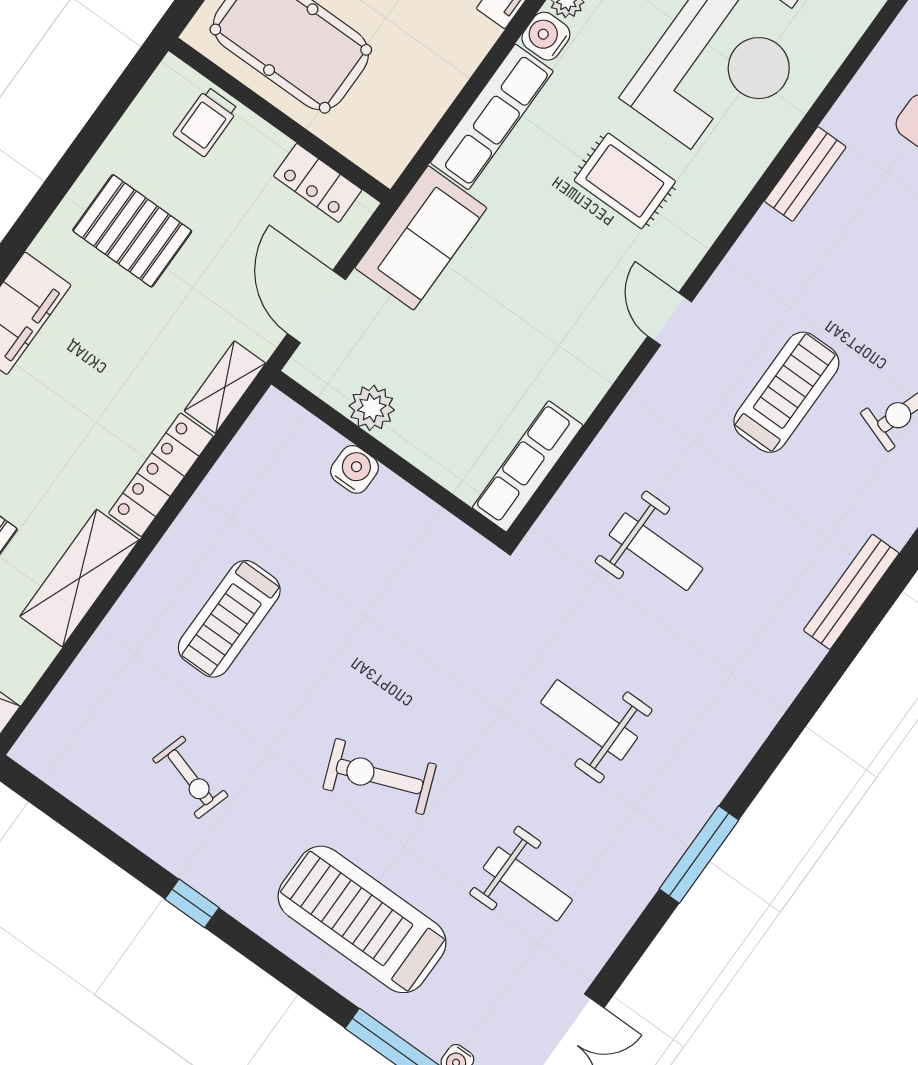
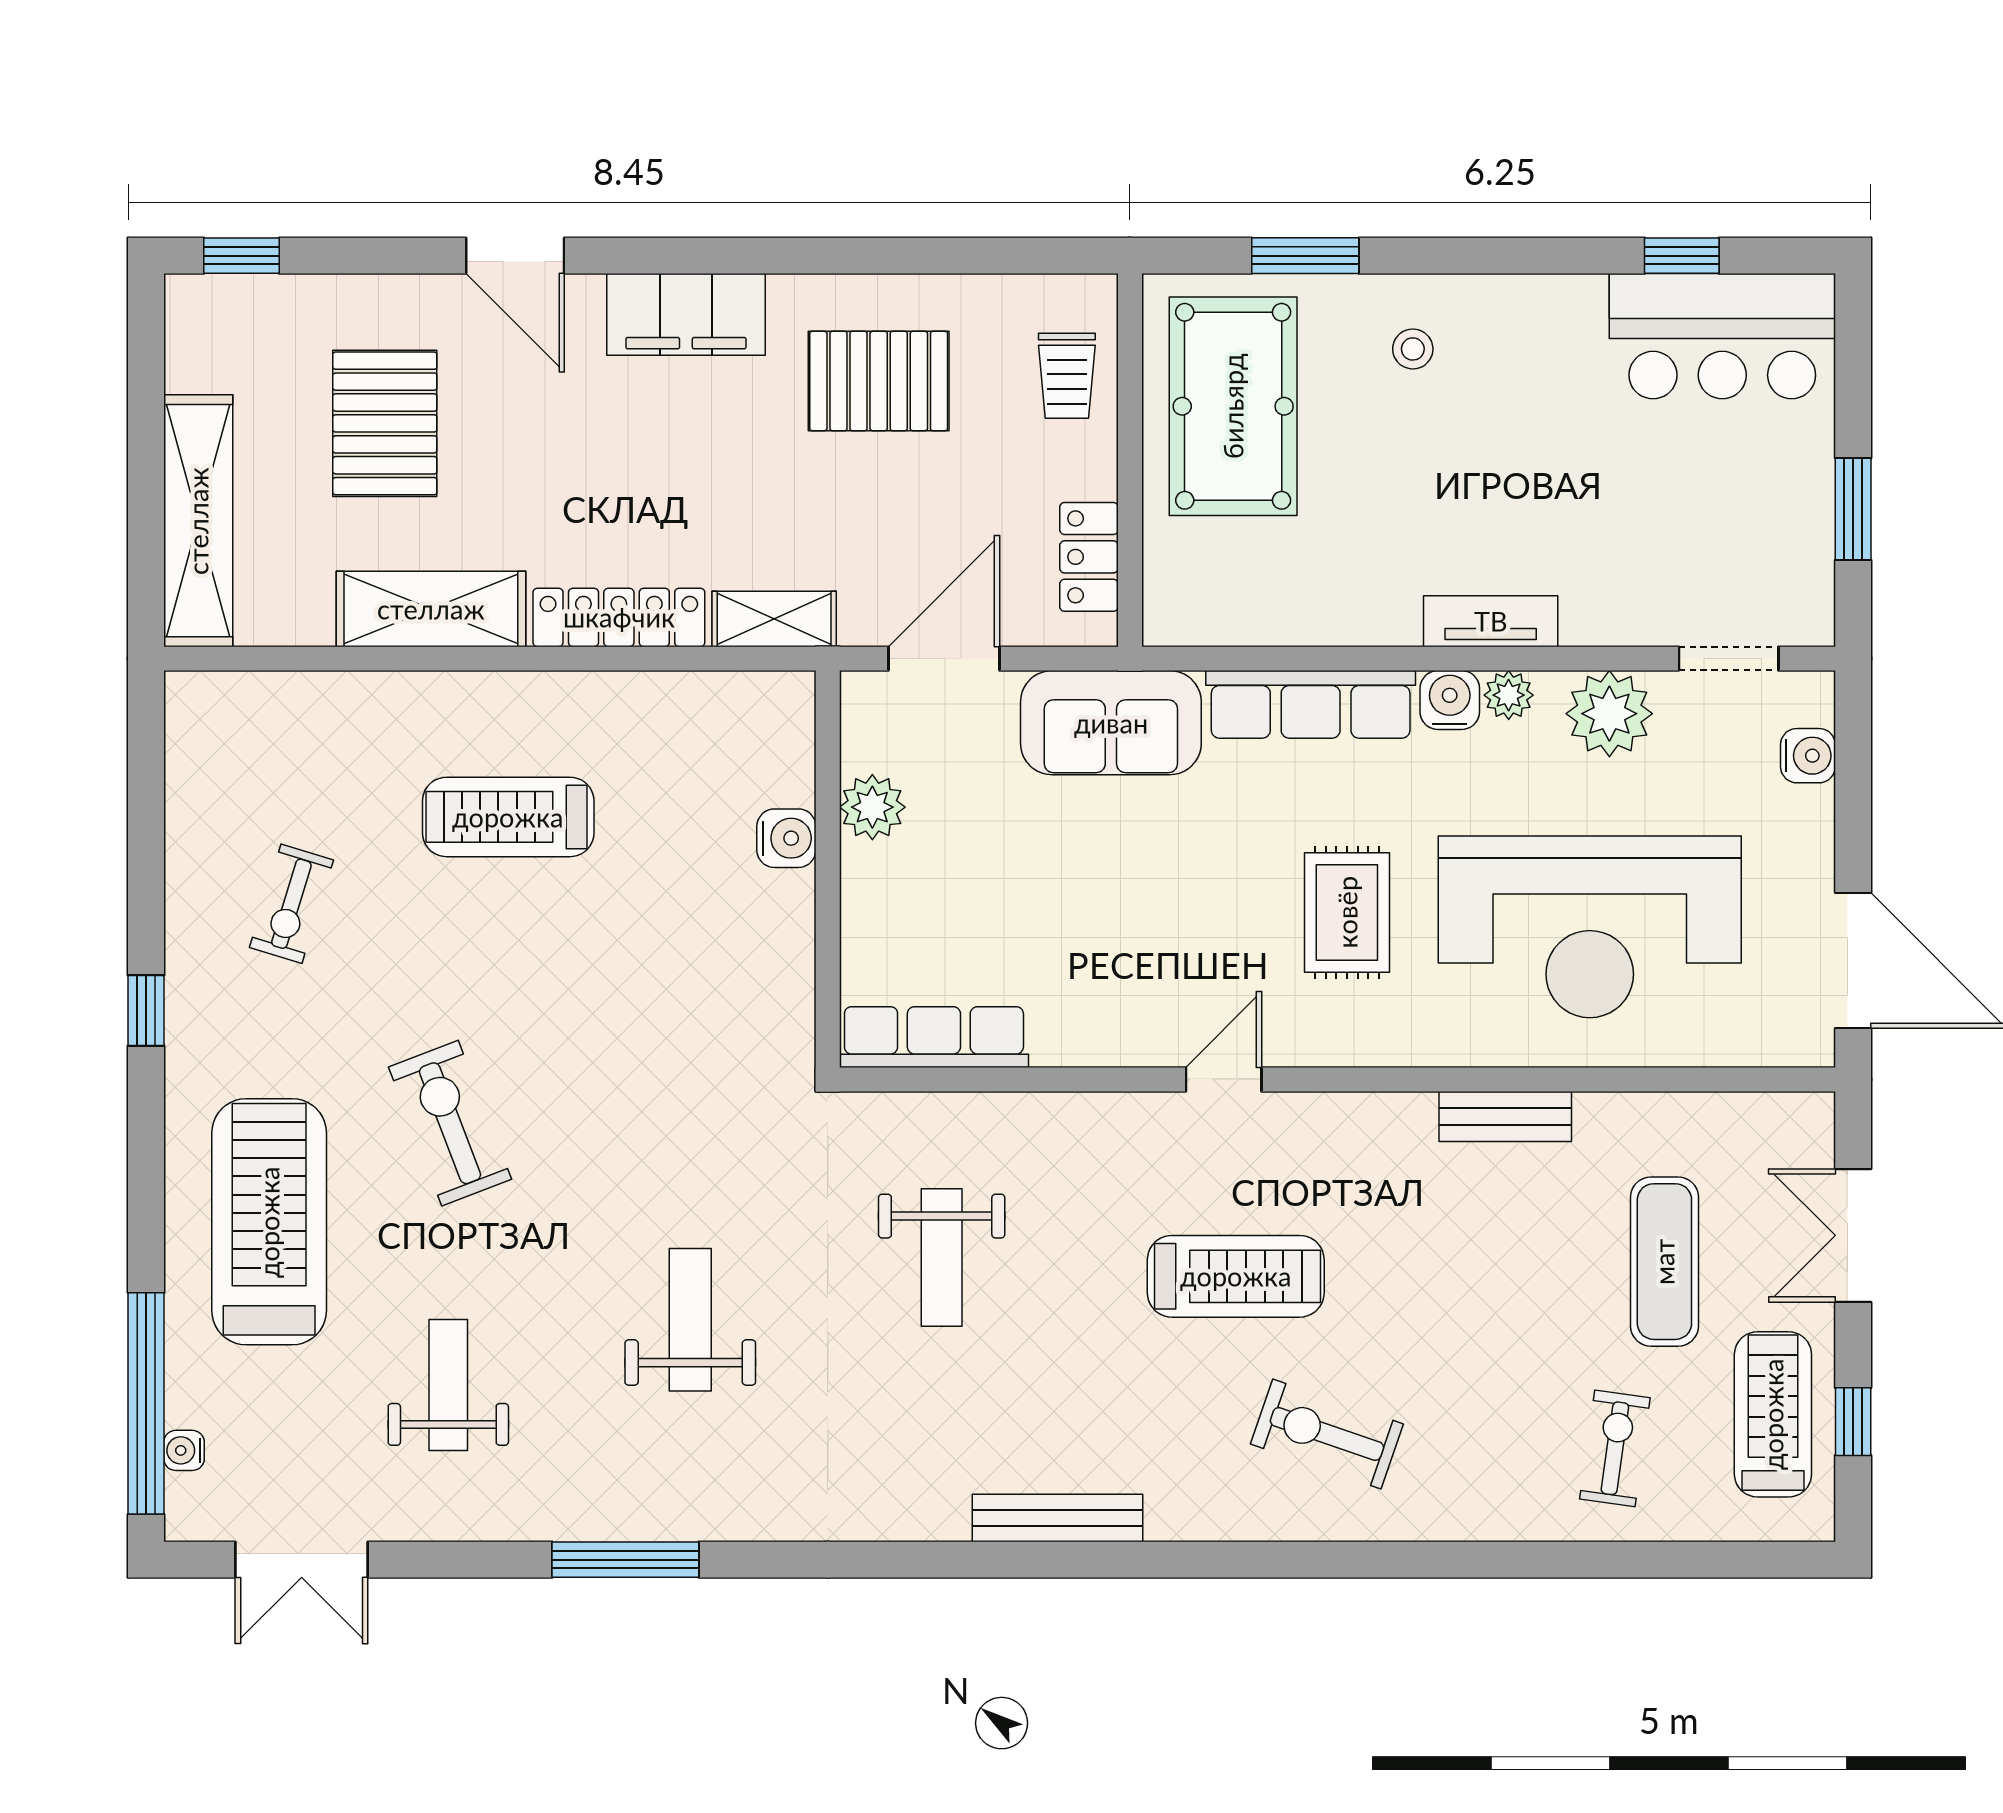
trolley: (206, 122) -> (1067, 376), turned -90
pallet: (132, 231) -> (879, 381), turned 90
weight bench: (528, 884) -> (448, 1385), turned 180

